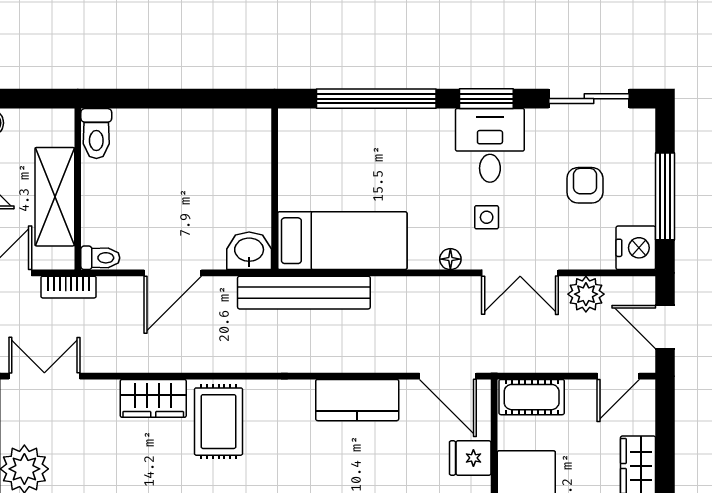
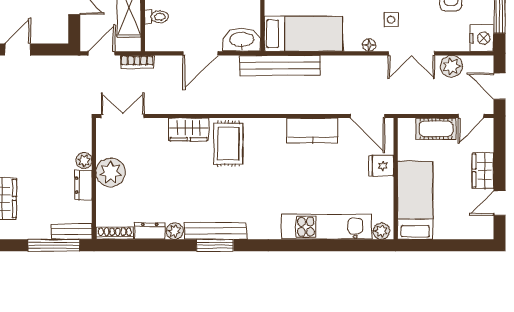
washbasin: (249, 251) -> (242, 40), width x1.38
toilet: (100, 258) -> (157, 17), moved
cot: (532, 397) -> (436, 129), moved

